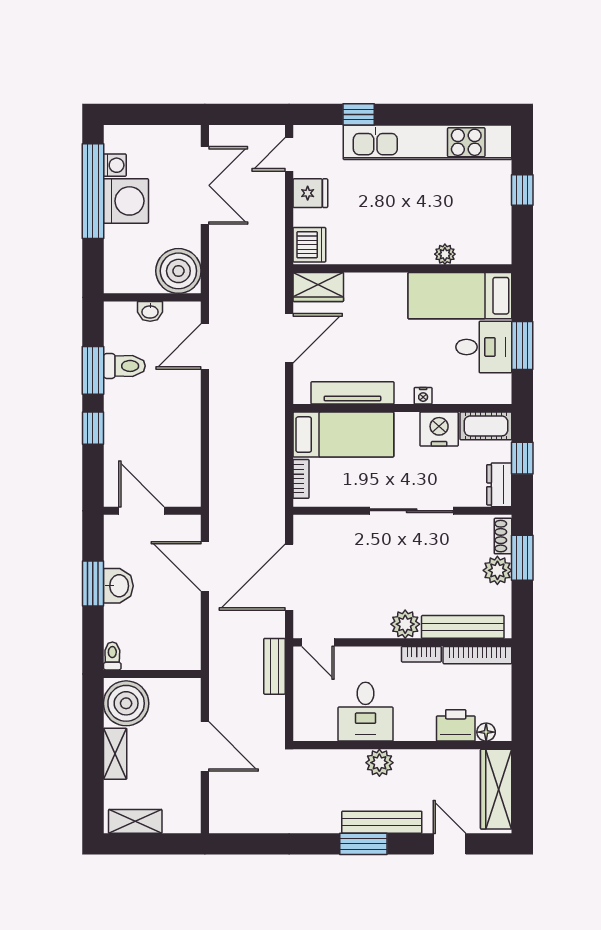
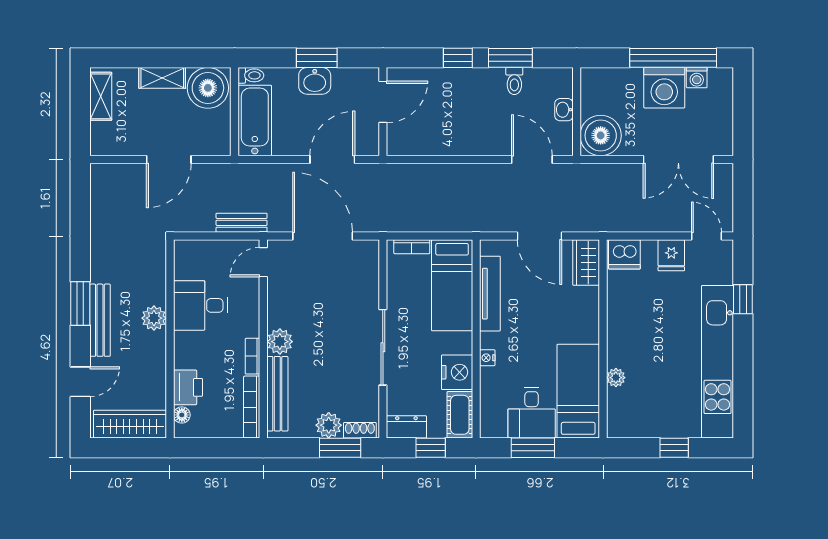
toilet: (124, 366) -> (514, 81), width x0.73, depth x0.72
bathtub: (162, 652) -> (255, 121), added

